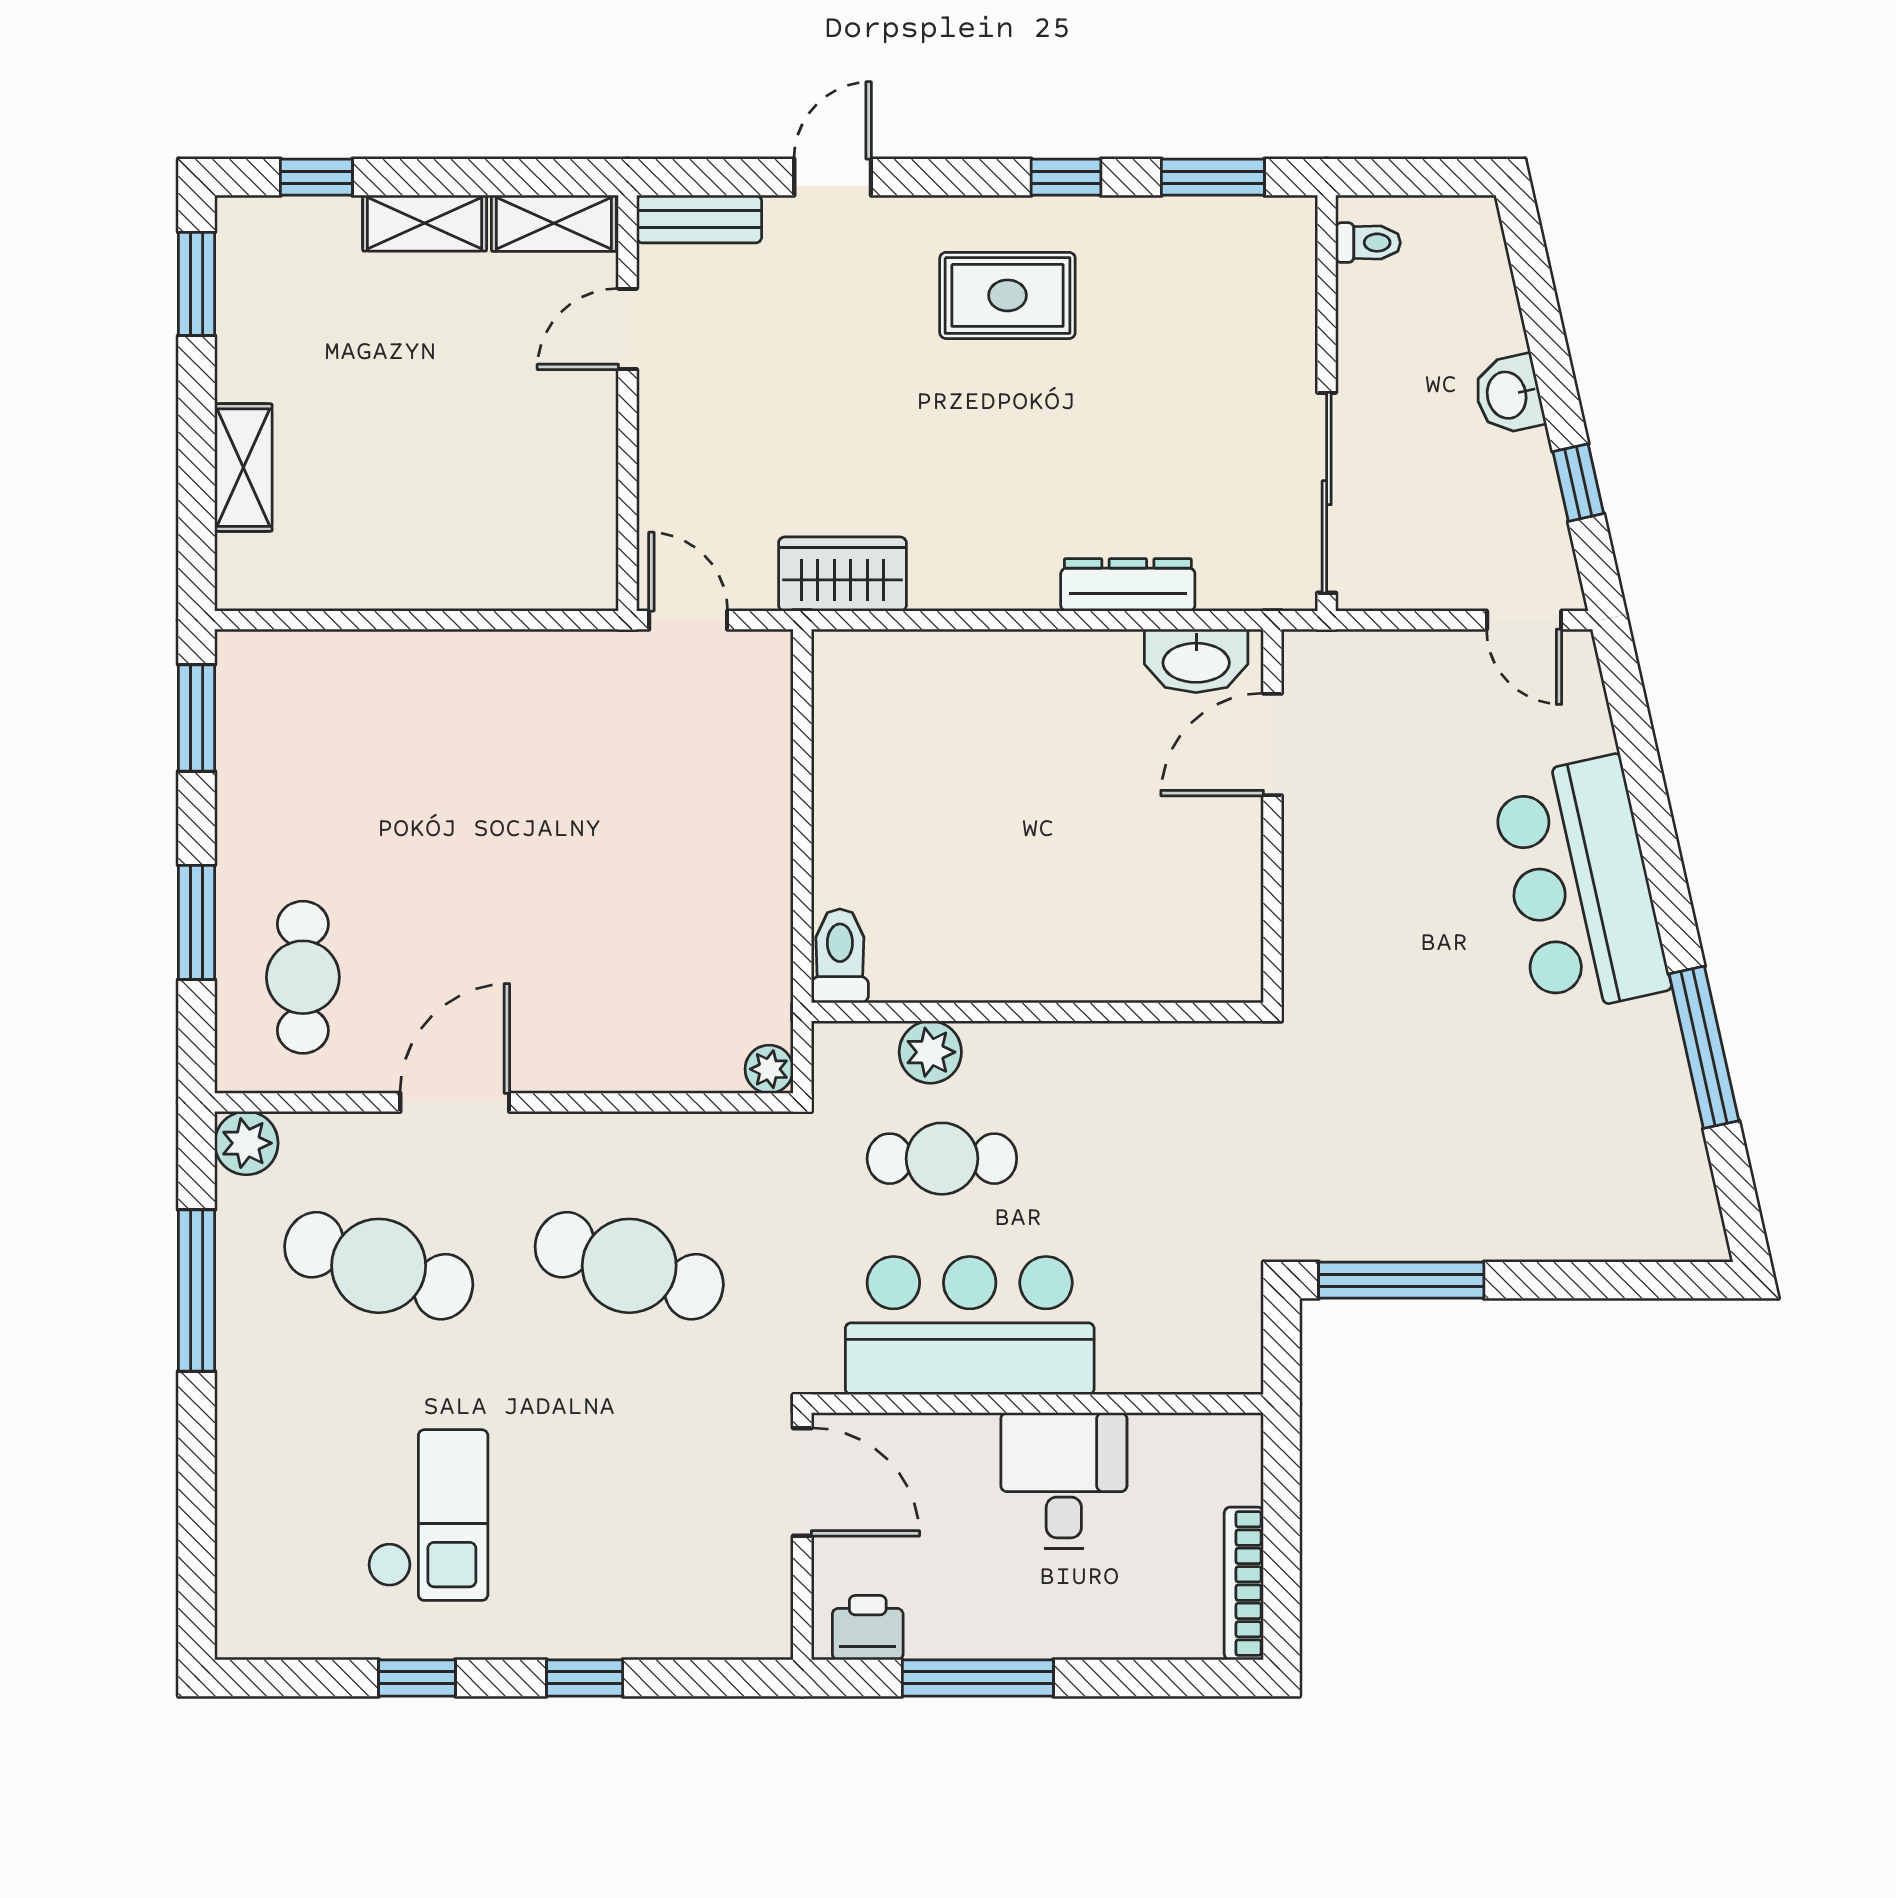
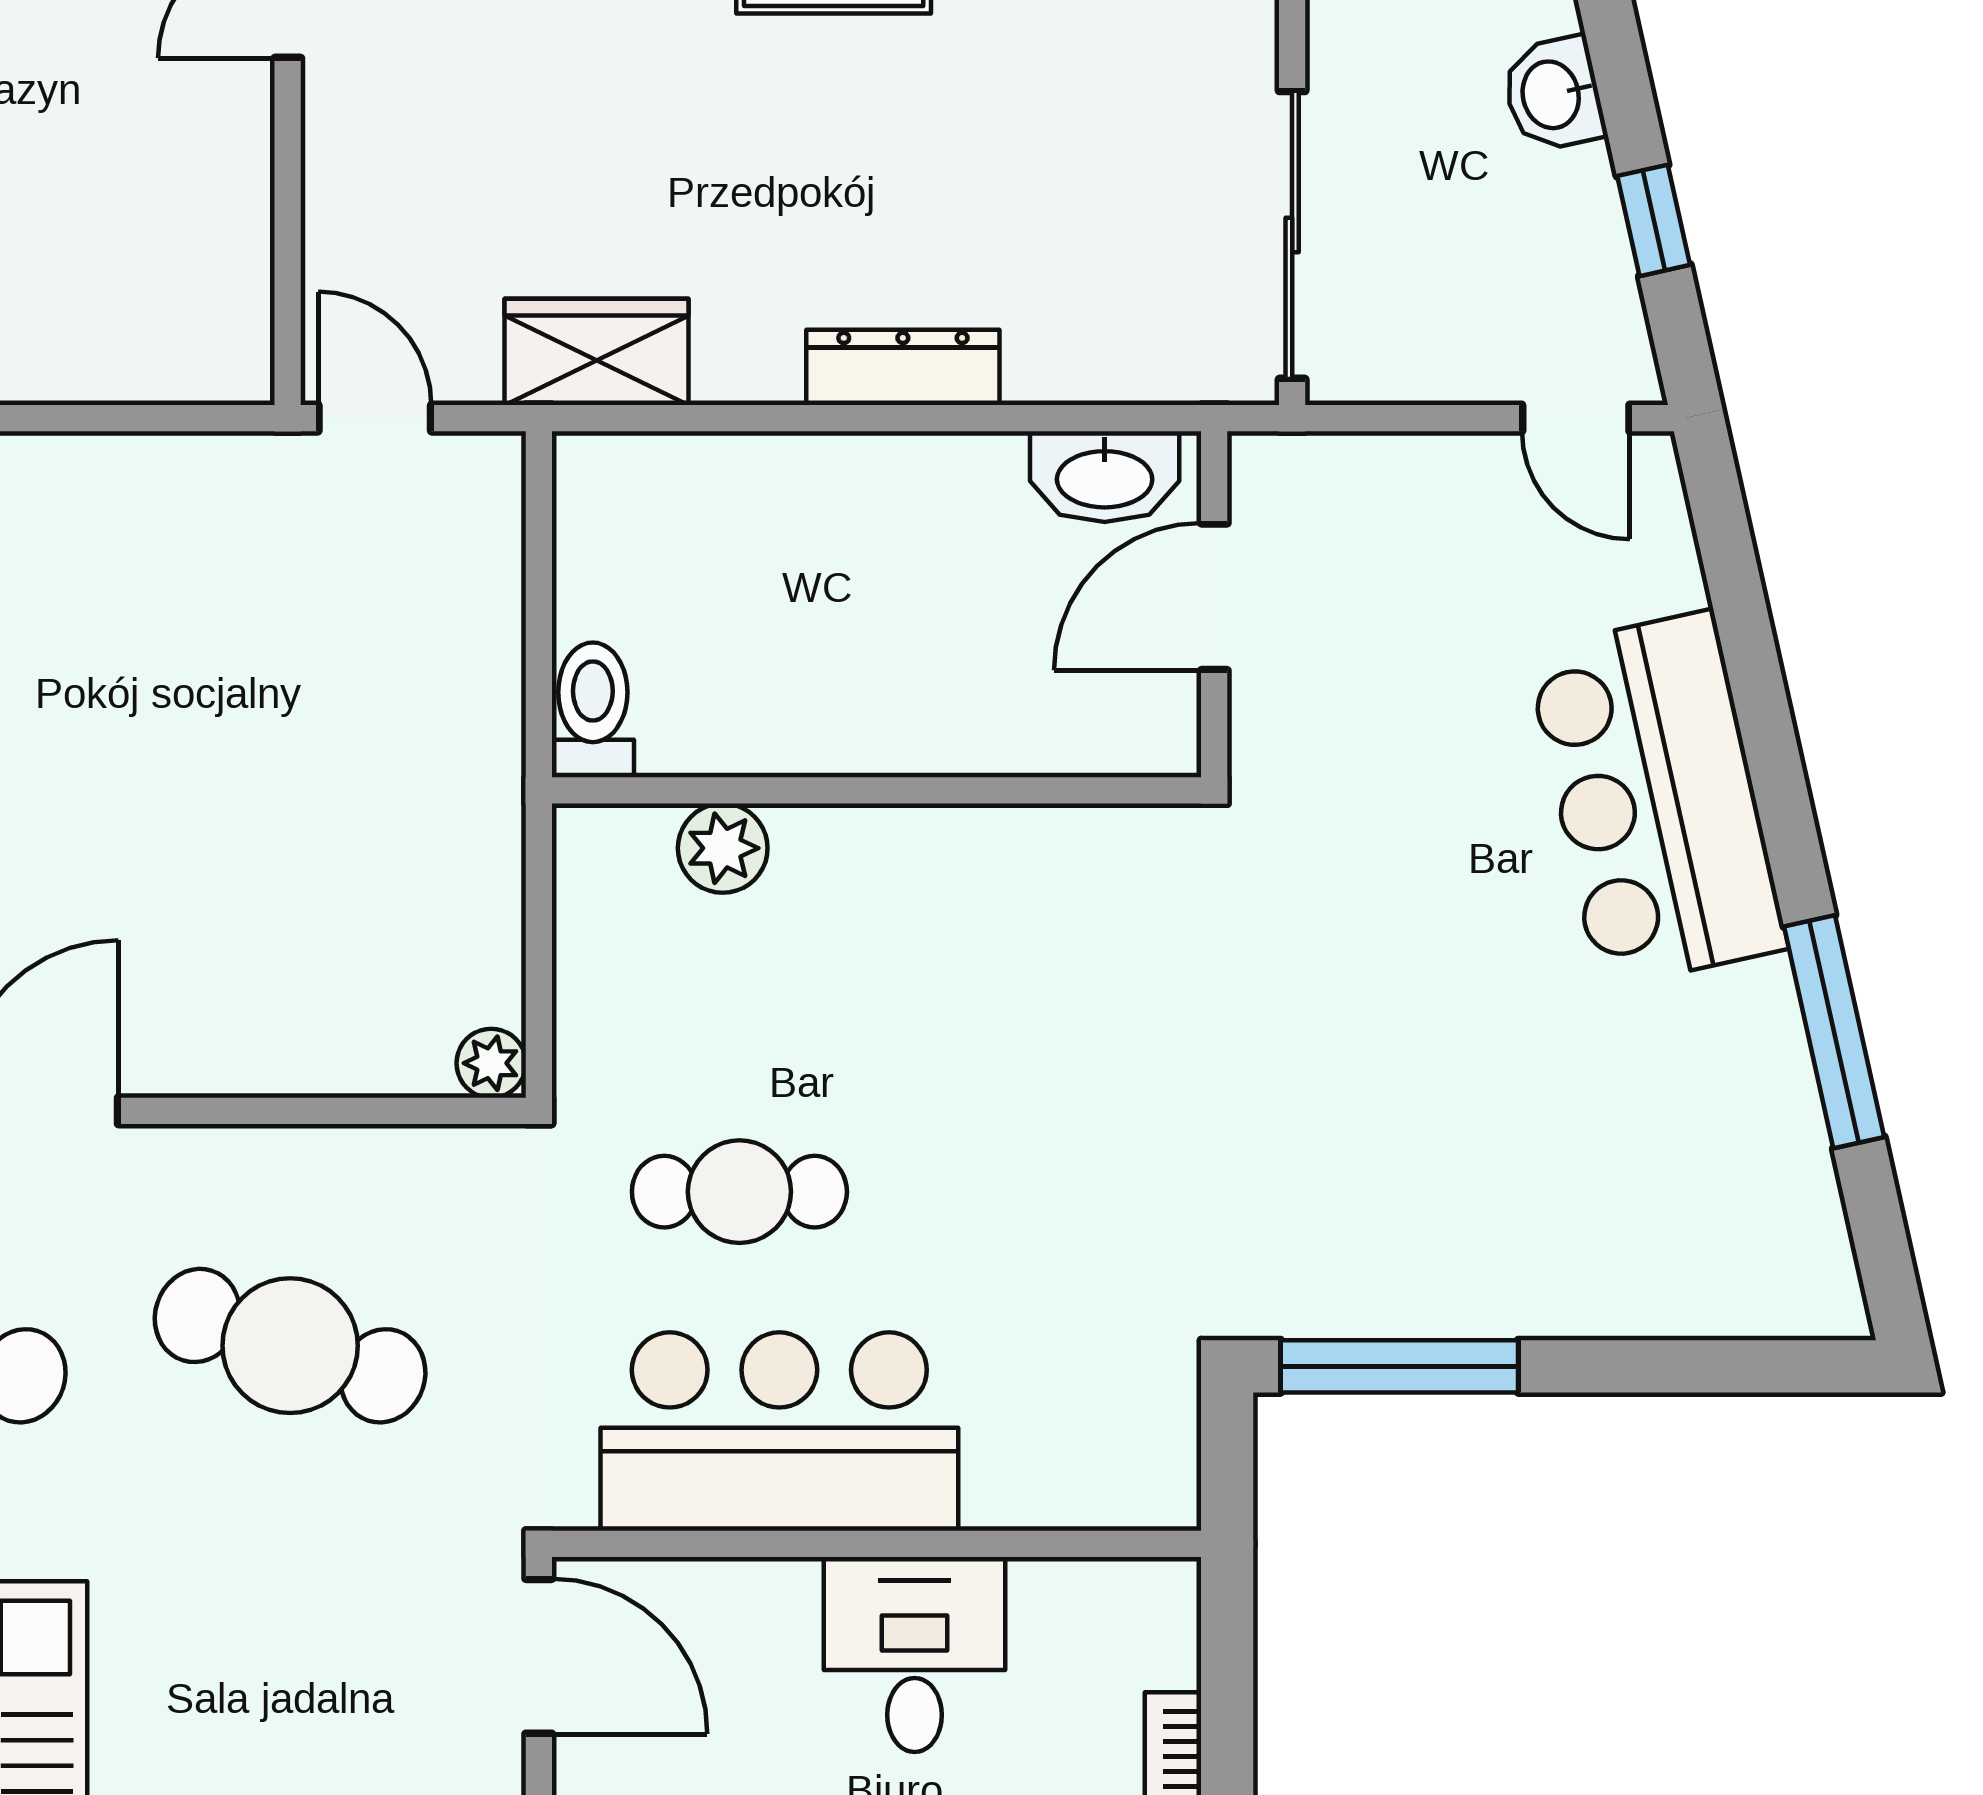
dresser: (1128, 585) -> (903, 367), moved
toilet: (840, 956) -> (593, 710), moved
wall: (1037, 1012) -> (876, 790), moved
plant: (930, 1052) -> (723, 848), moved

